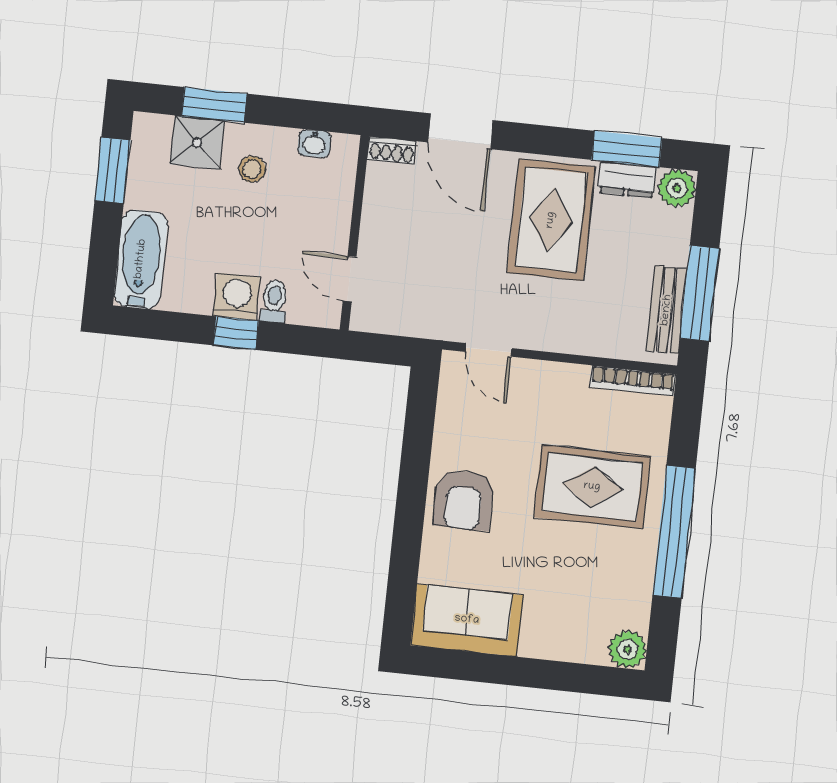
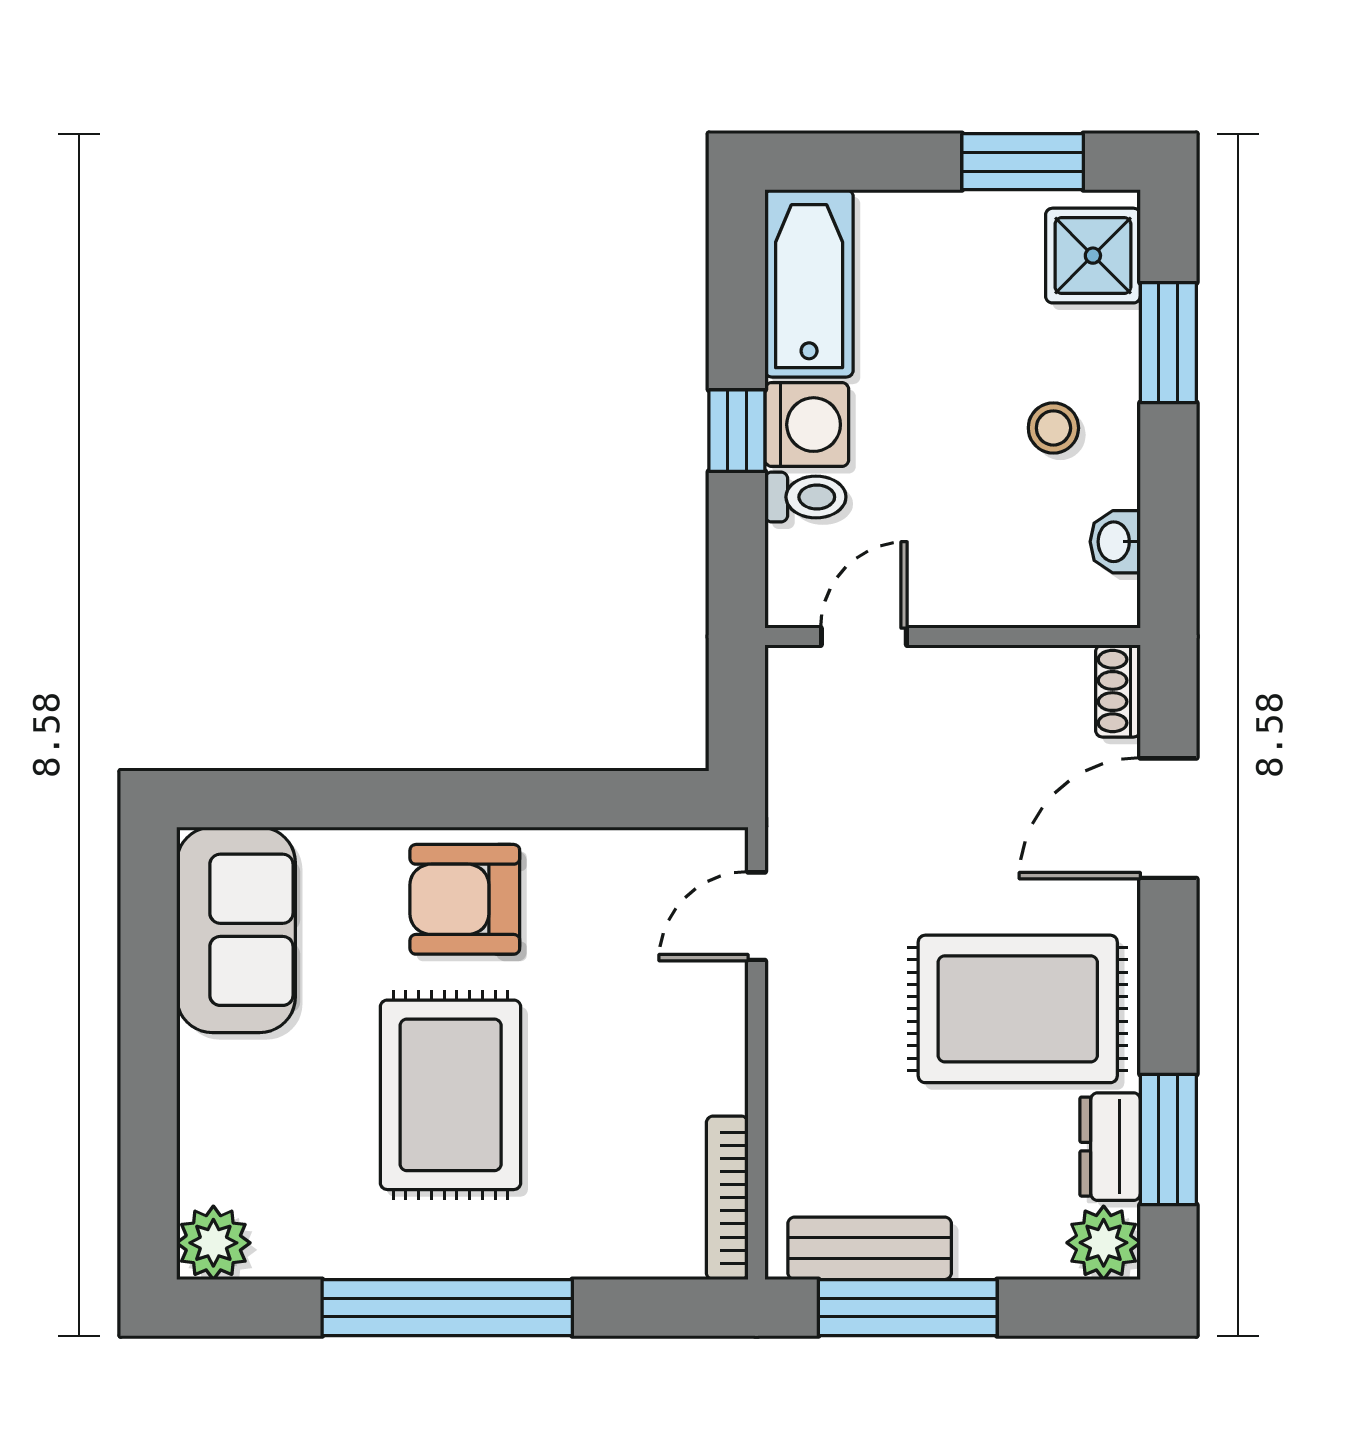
shower: (197, 143) -> (1093, 256), moved
bathtub: (141, 259) -> (809, 283), moved, turned -90
rug: (592, 487) -> (451, 1095), moved

